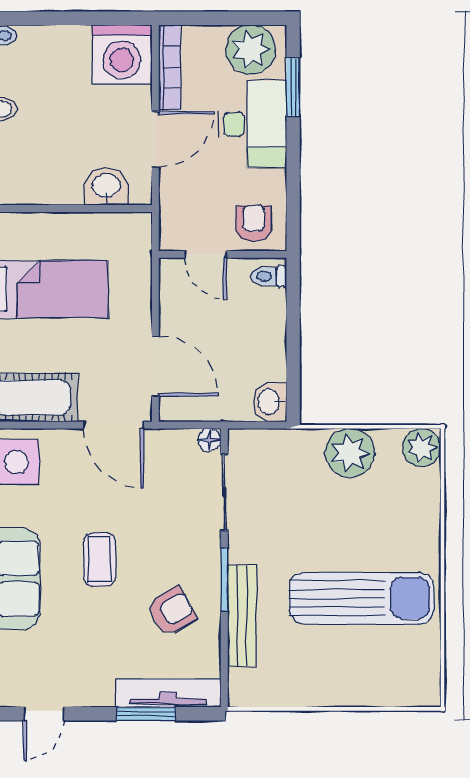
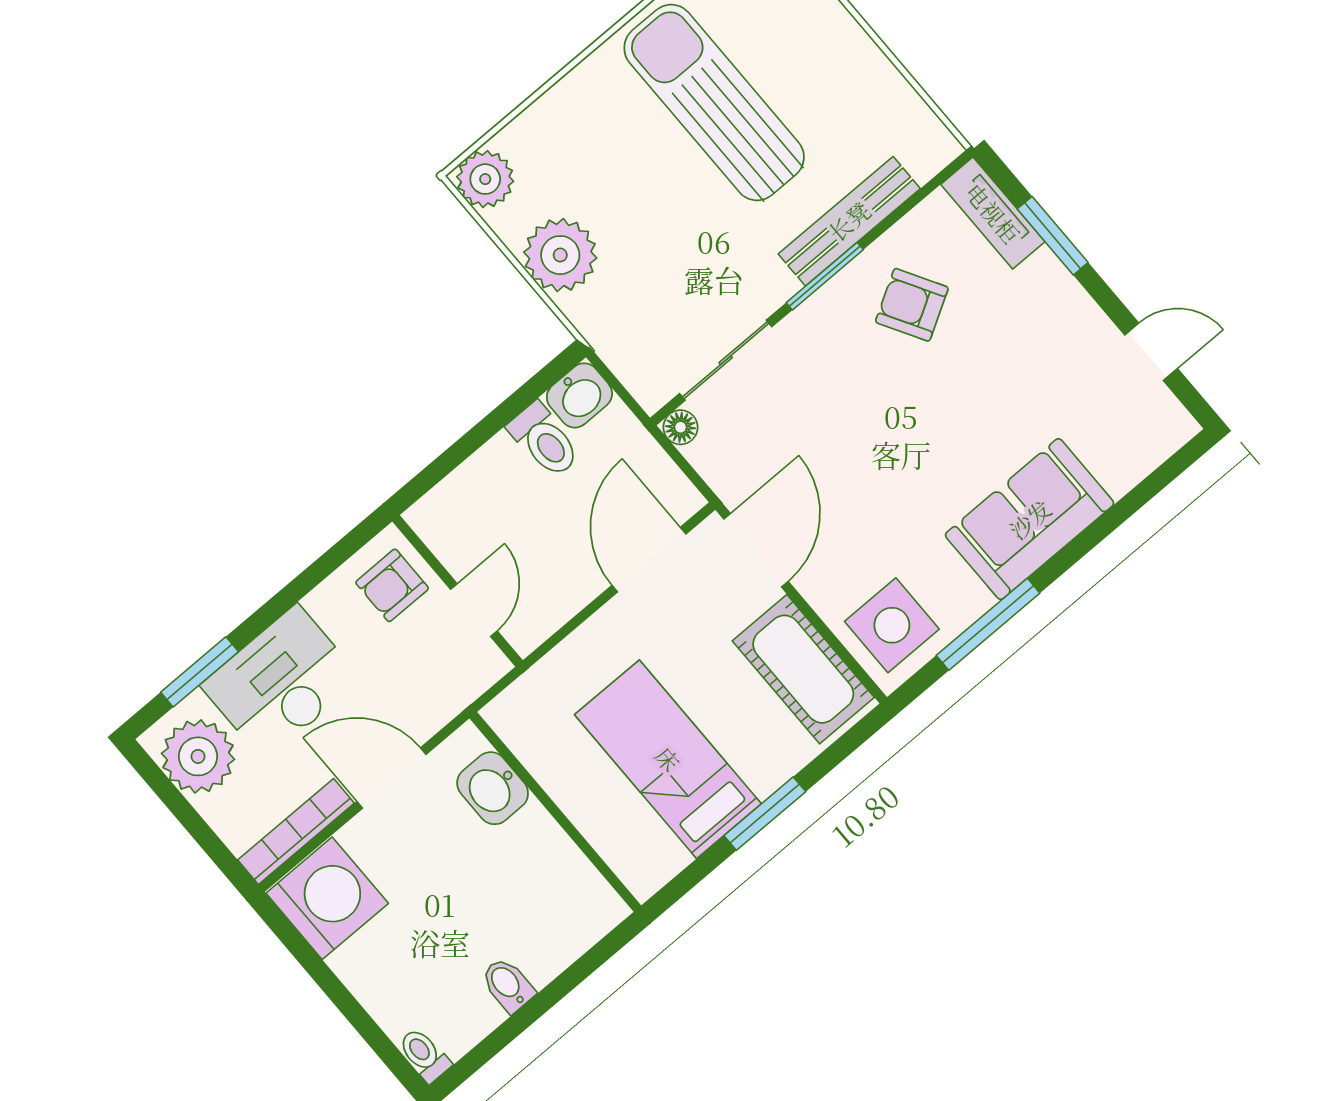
toilet: (269, 276) -> (544, 440), moved, width x1.37, depth x1.39
coffee table: (100, 559) -> (922, 437), removed
tv unit: (168, 693) -> (993, 213), width x0.71

